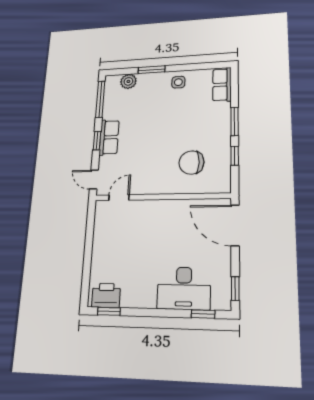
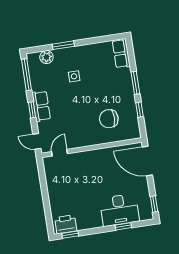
side table: (178, 82) -> (74, 76), moved
window: (203, 314) -> (123, 226), moved

